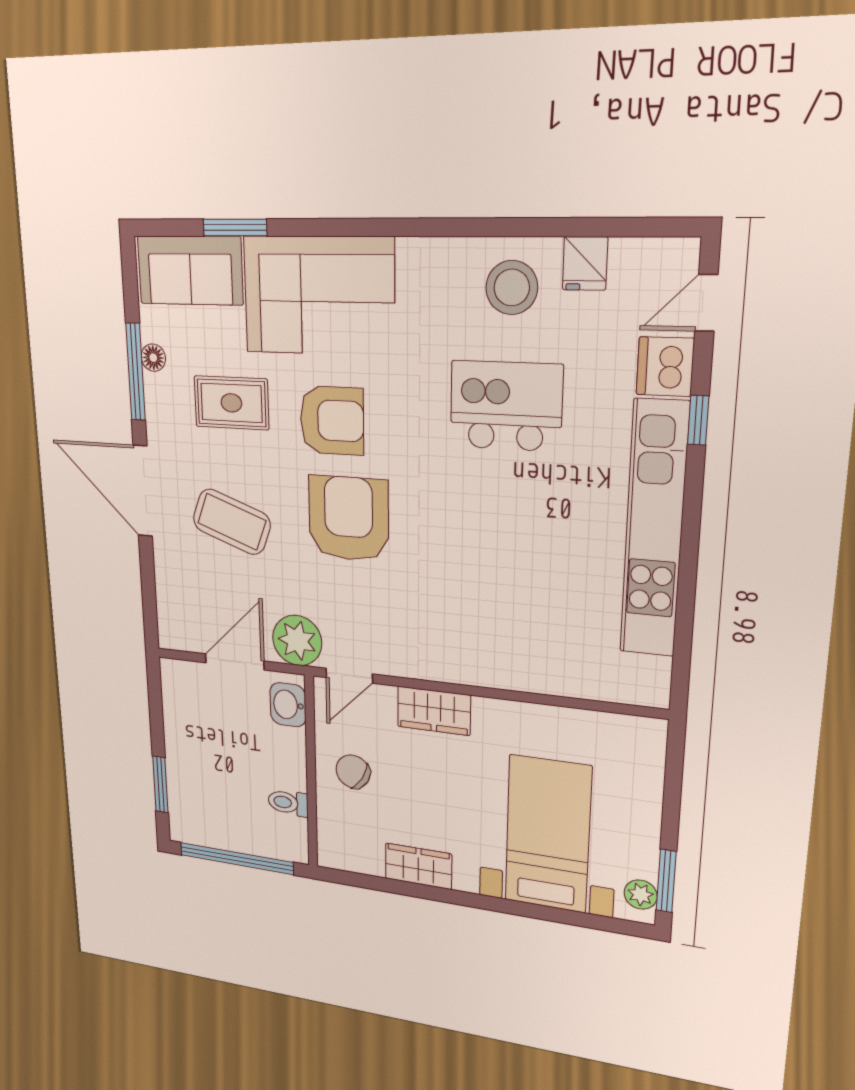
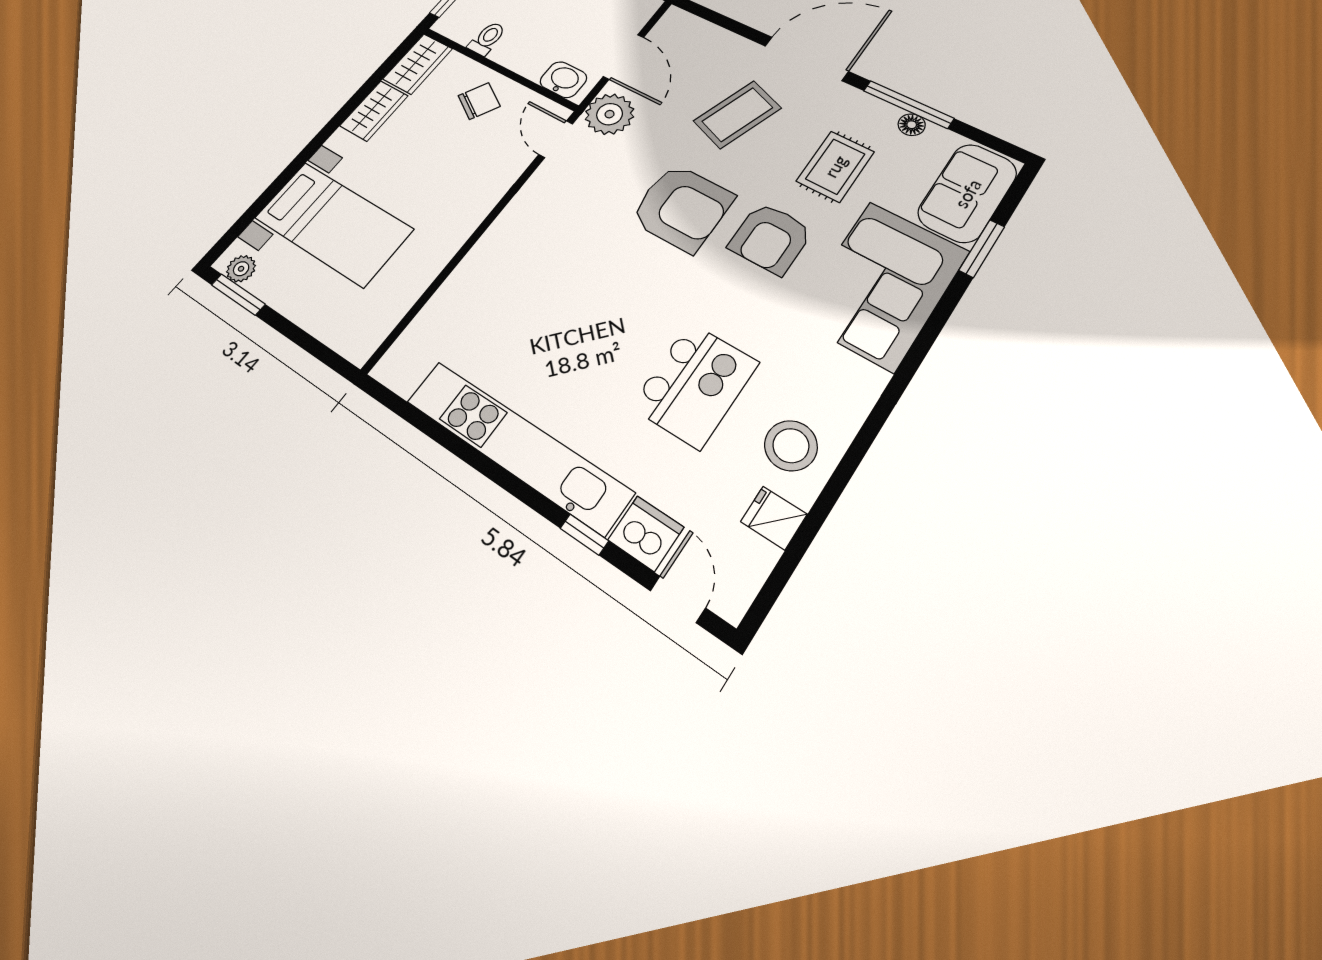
wardrobe: (434, 711) -> (418, 64), moved, turned 180

